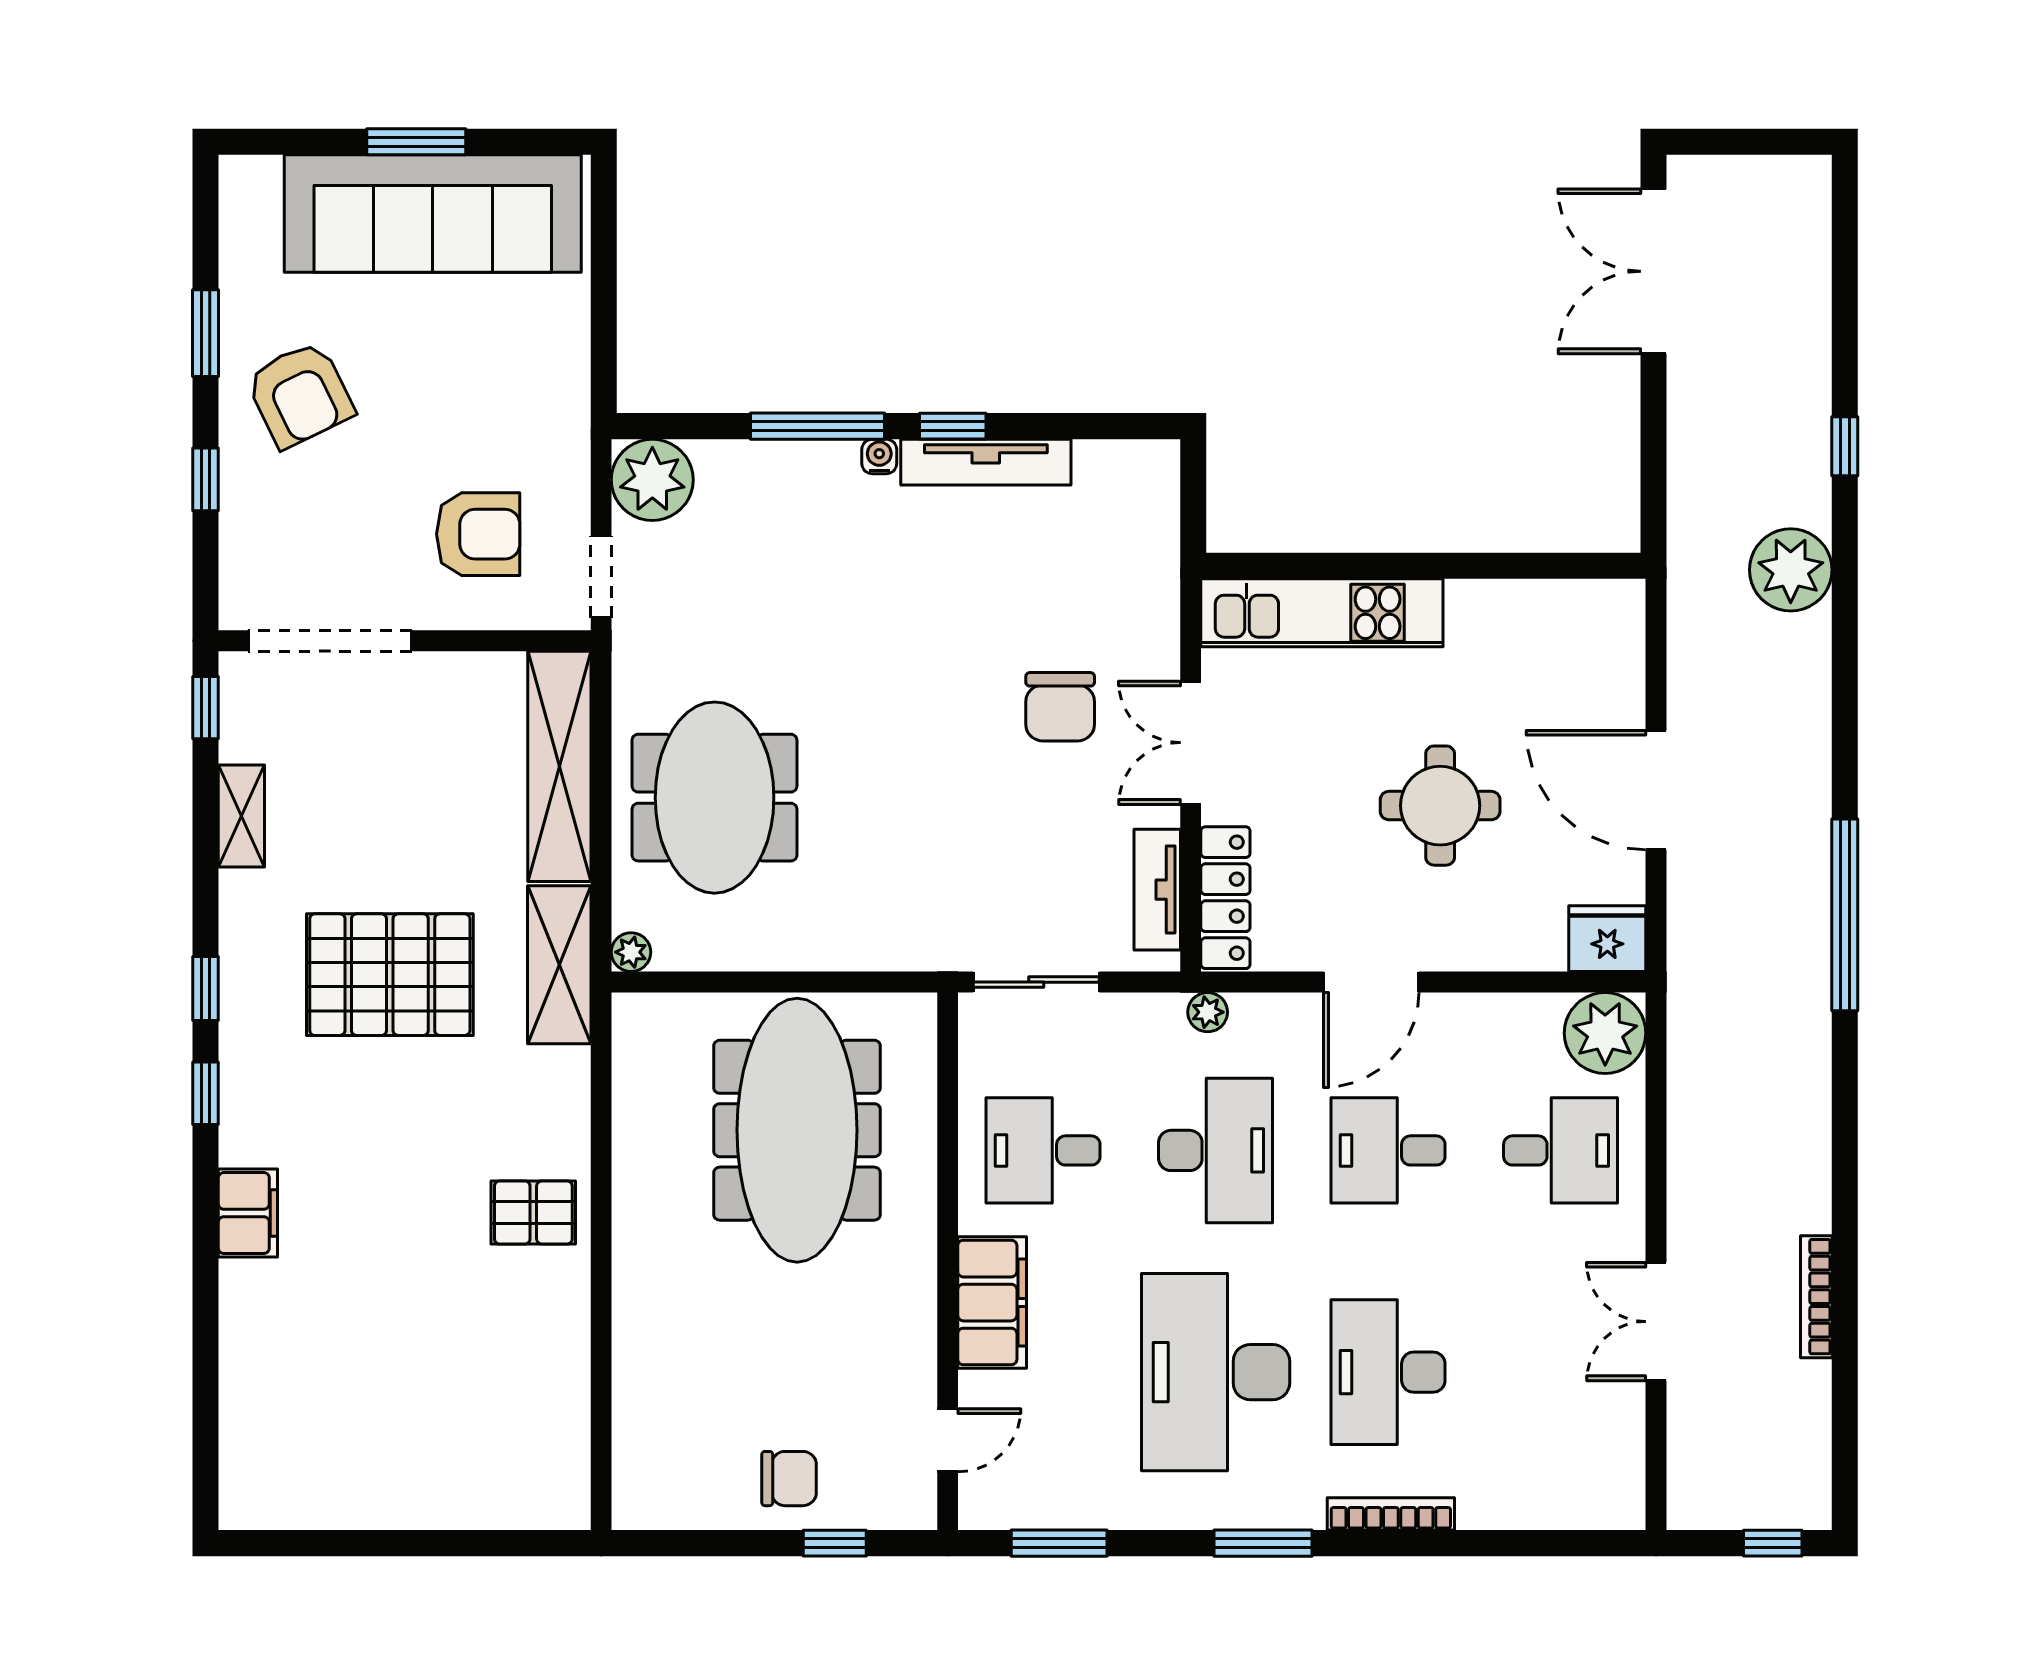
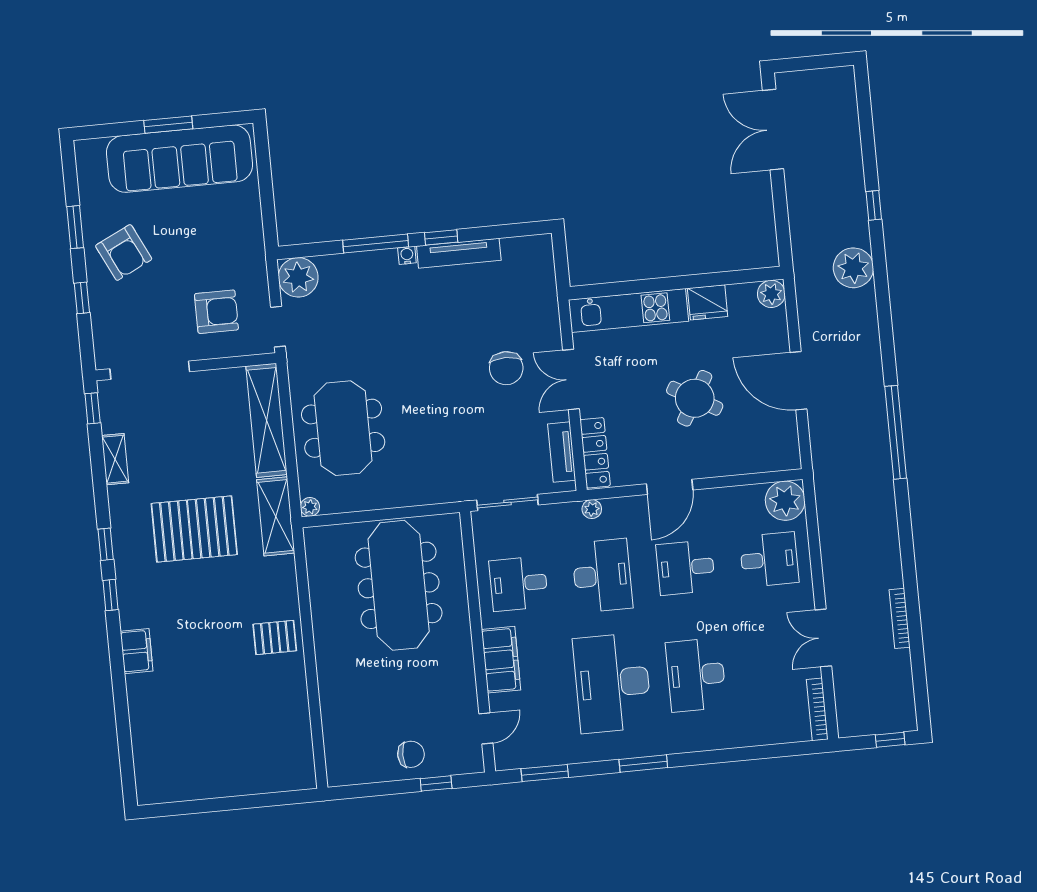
plant: (1617, 607) -> (771, 294), added
round table: (1440, 806) -> (695, 398), turned 30
fridge: (1607, 939) -> (708, 302), moved, turned 180
bookcase: (1391, 1514) -> (817, 709), moved, turned -90

